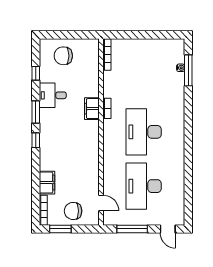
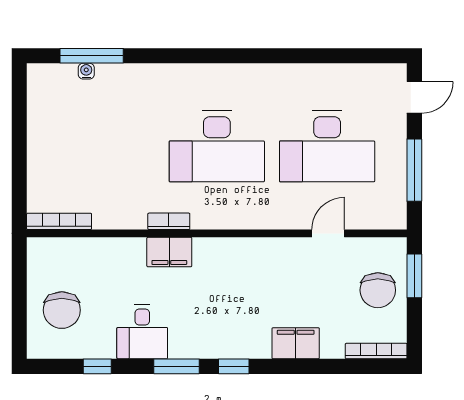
filing cabinet: (47, 183) -> (296, 343), moved
door: (101, 203) -> (328, 233), moved
window: (60, 229) -> (414, 276), moved

